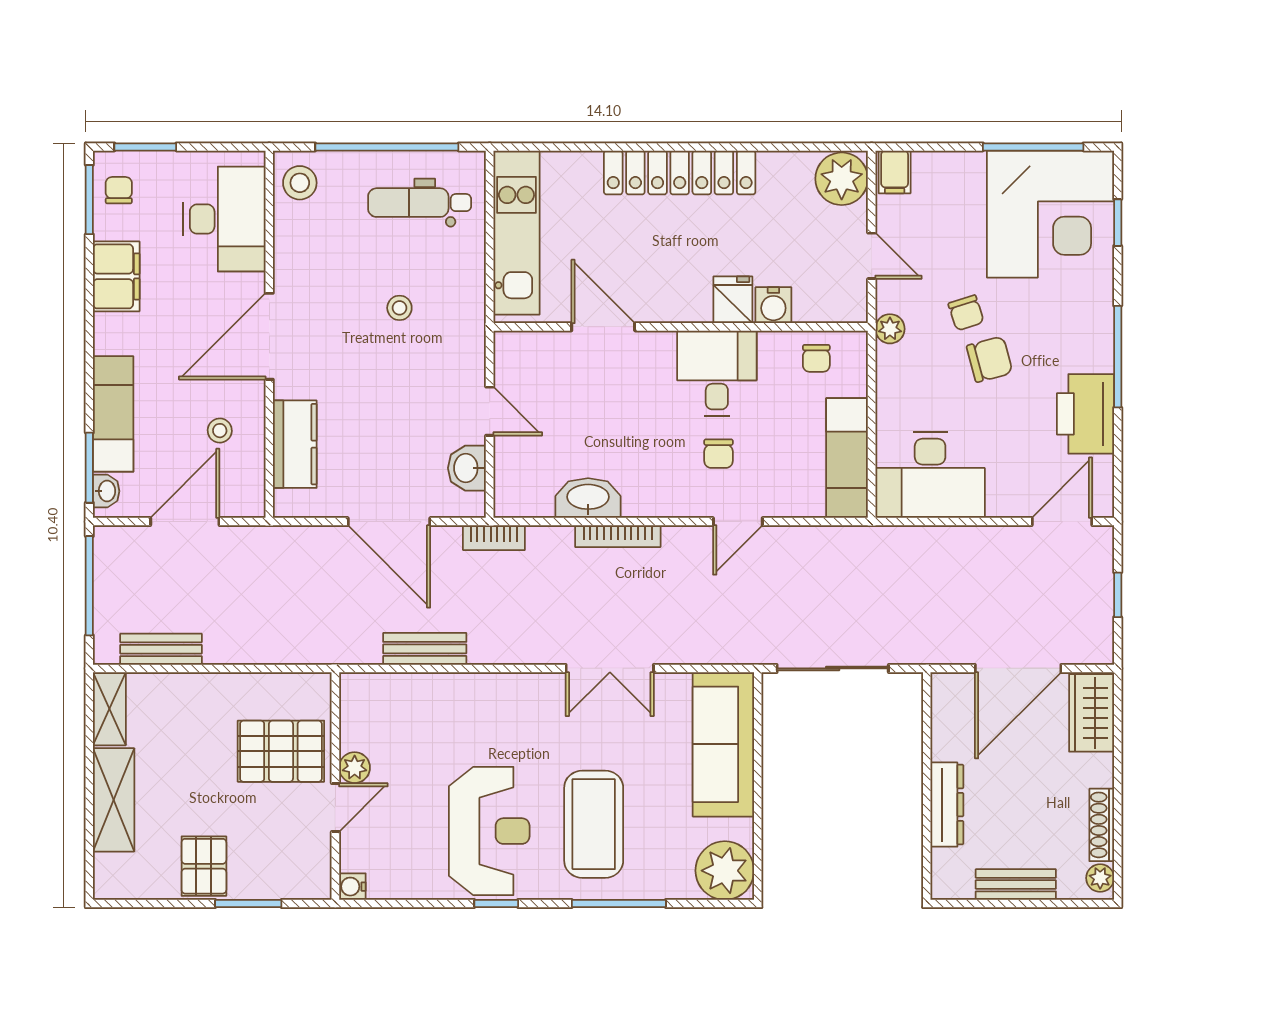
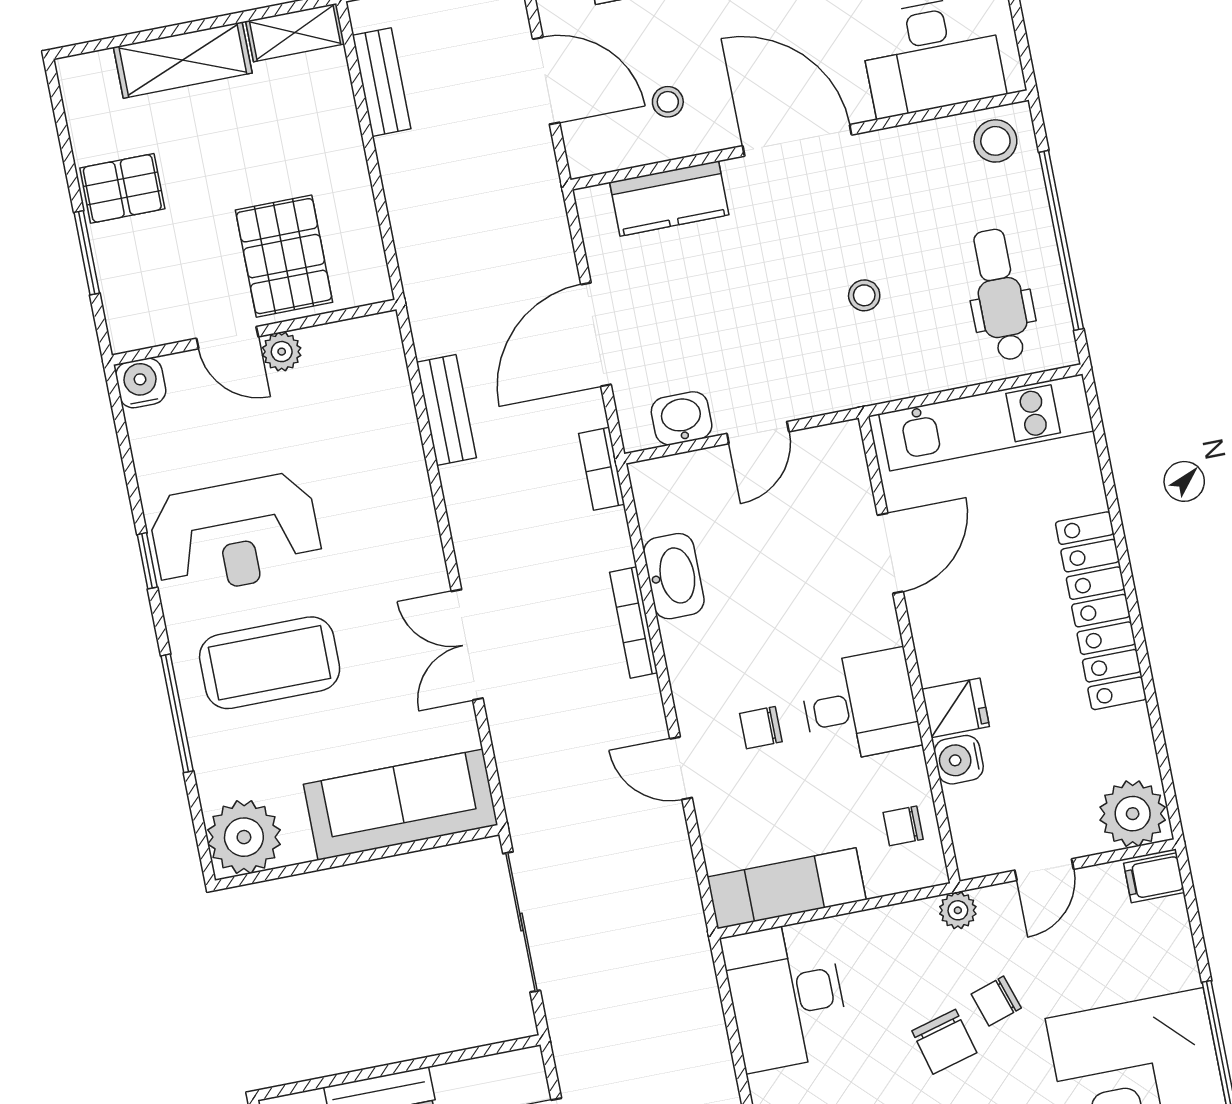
water cooler: (352, 887) -> (141, 383), width x1.38, depth x1.38

